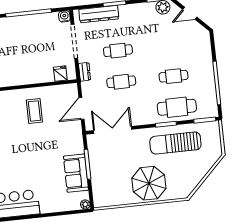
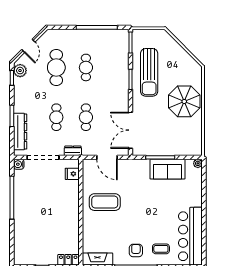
cafe table: (177, 107) -> (56, 67), moved
coffee table: (34, 111) -> (105, 202), width x1.36, depth x1.32

